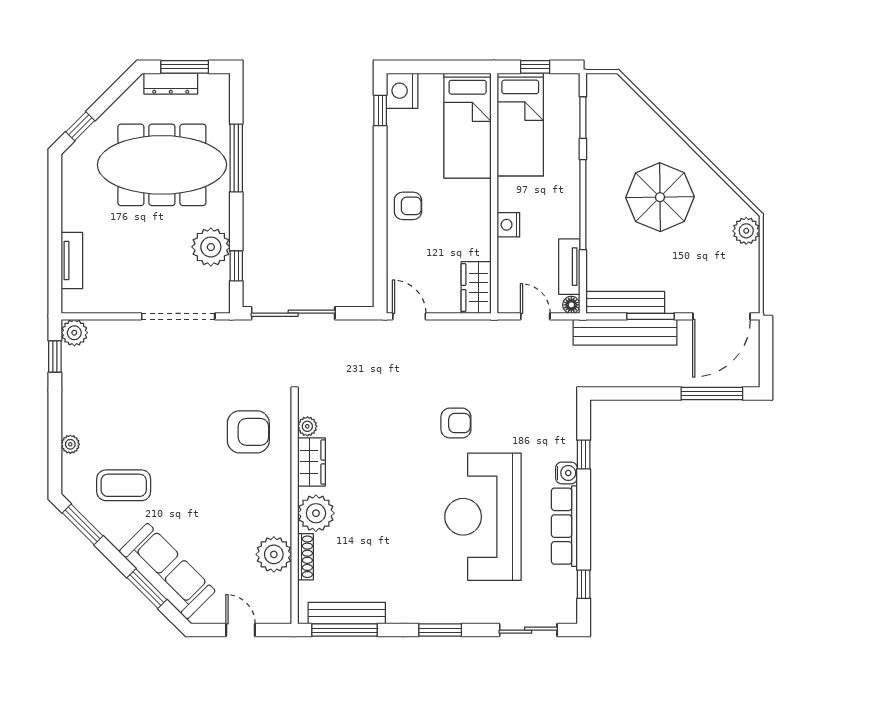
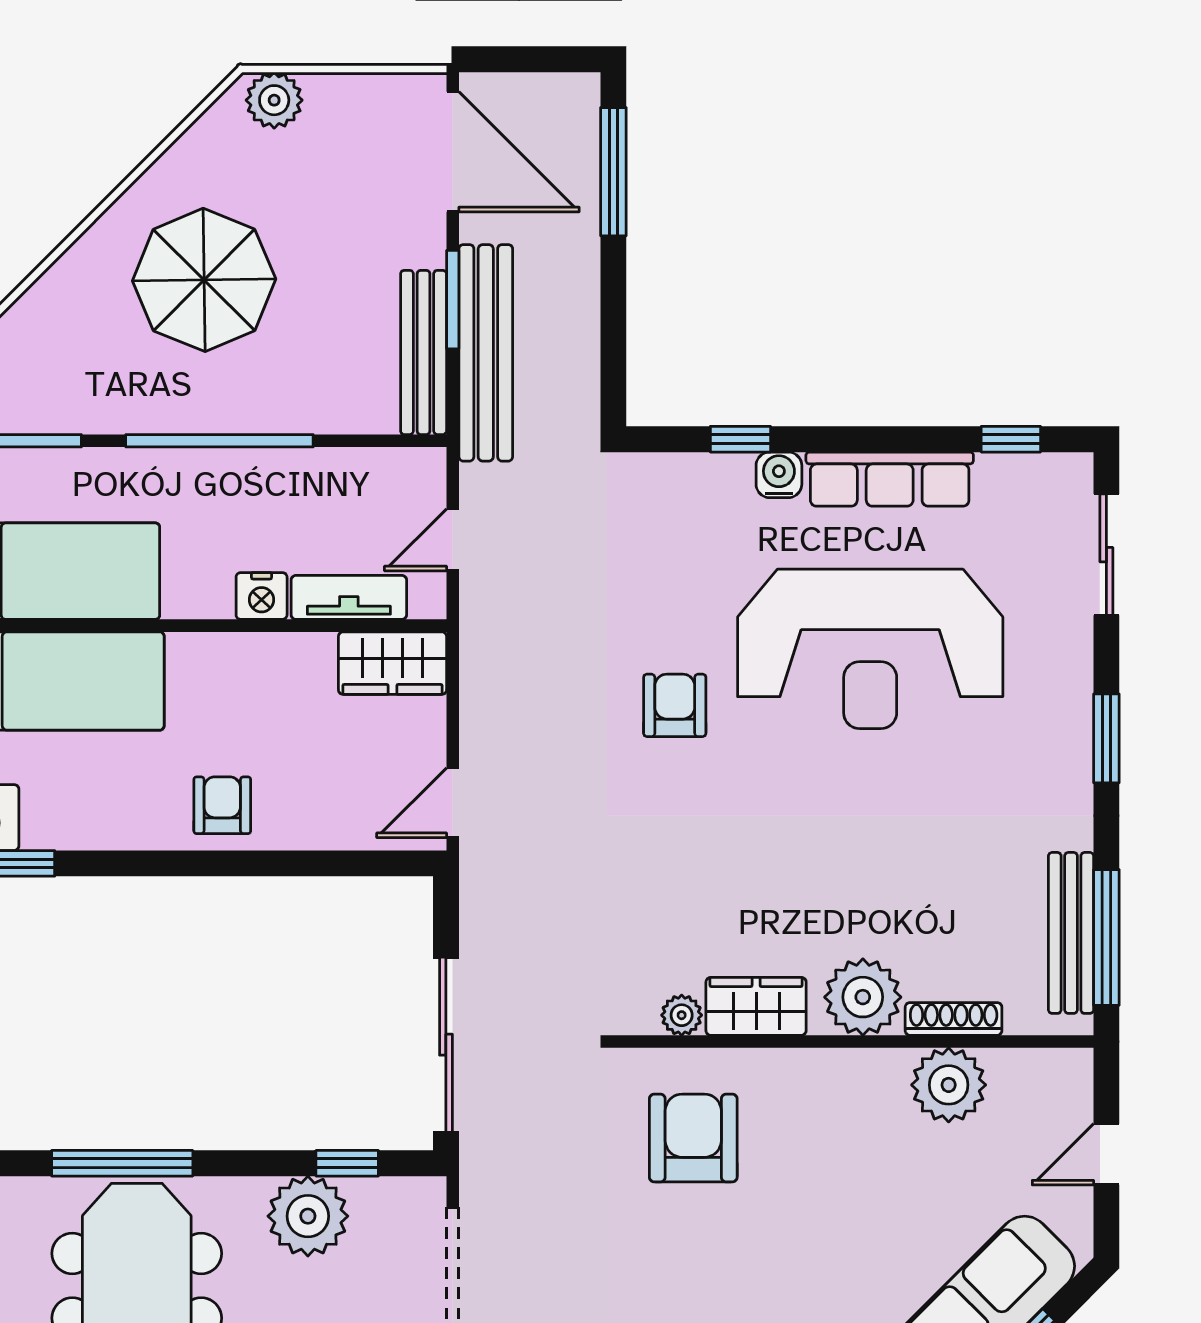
tv unit: (569, 267) -> (349, 597), moved, turned 180
floor lamp: (571, 305) -> (429, 465), removed

